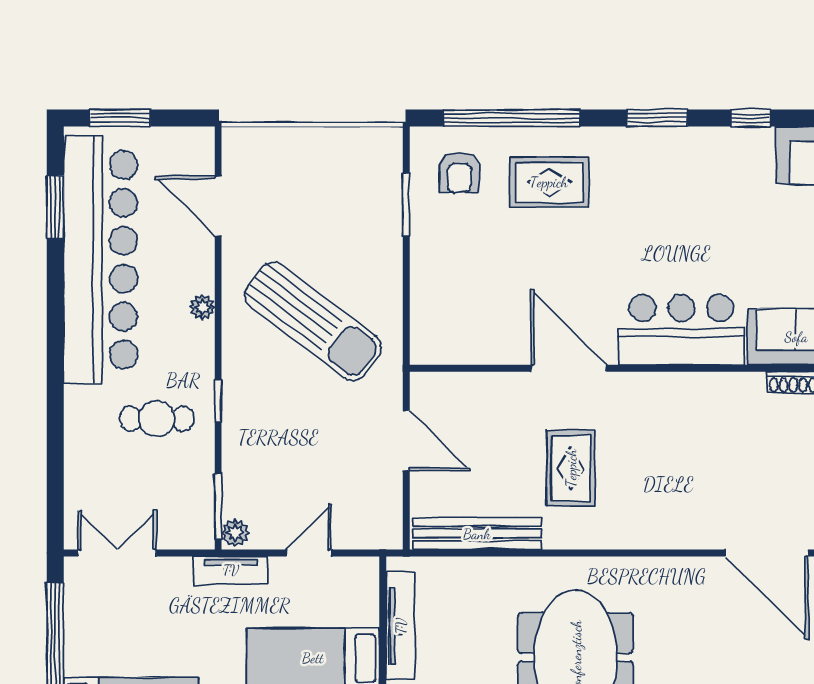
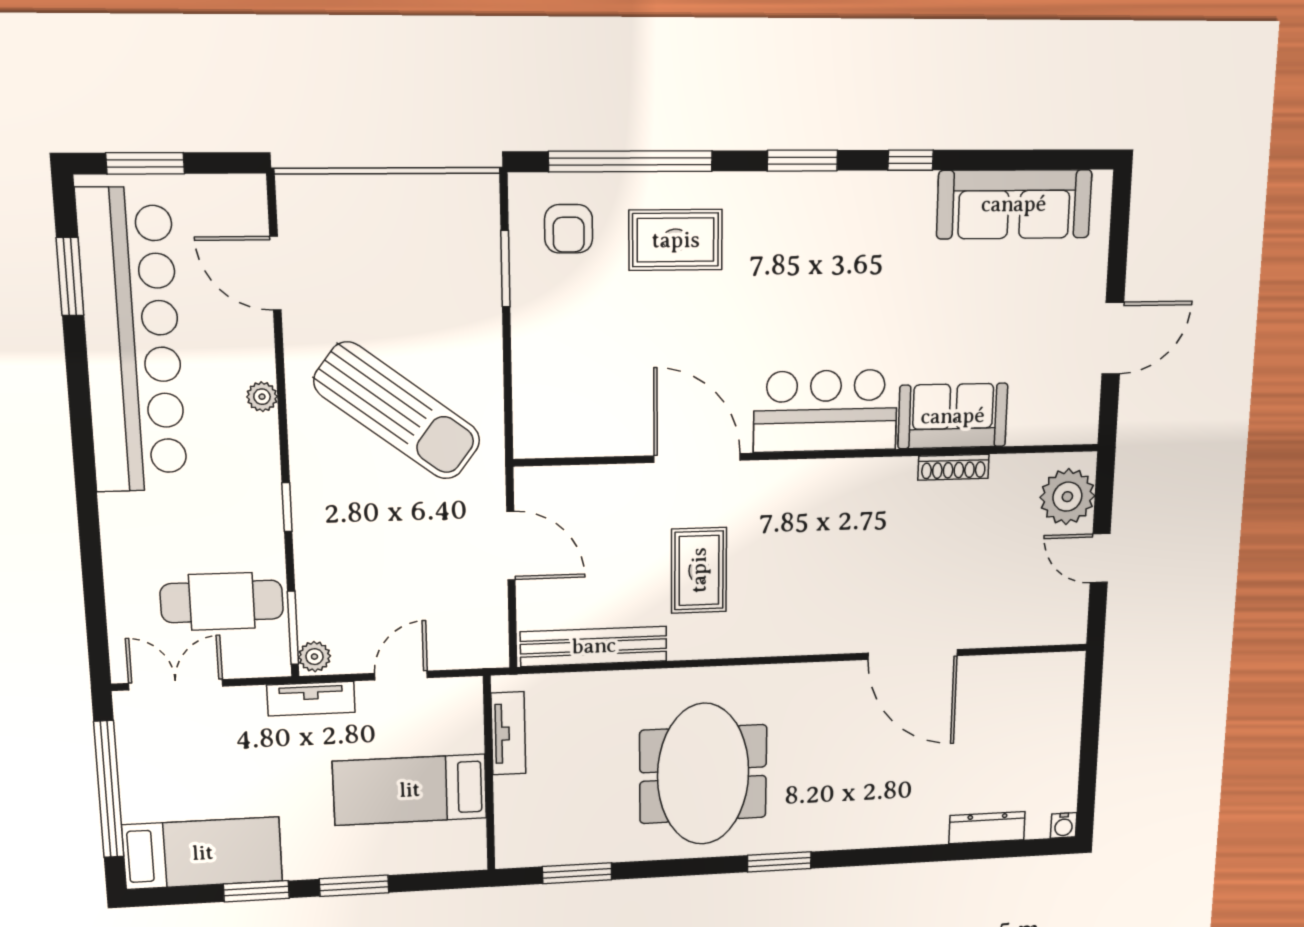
cafe table: (157, 419) -> (222, 601), moved, width x1.37, depth x1.35
tv unit: (401, 626) -> (508, 733), width x0.71

